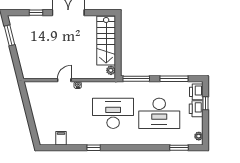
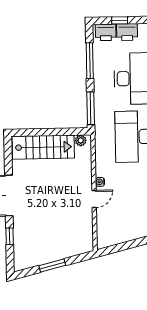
window: (9, 35) -> (52, 265), moved
door: (64, 80) -> (94, 199), swing flipped

